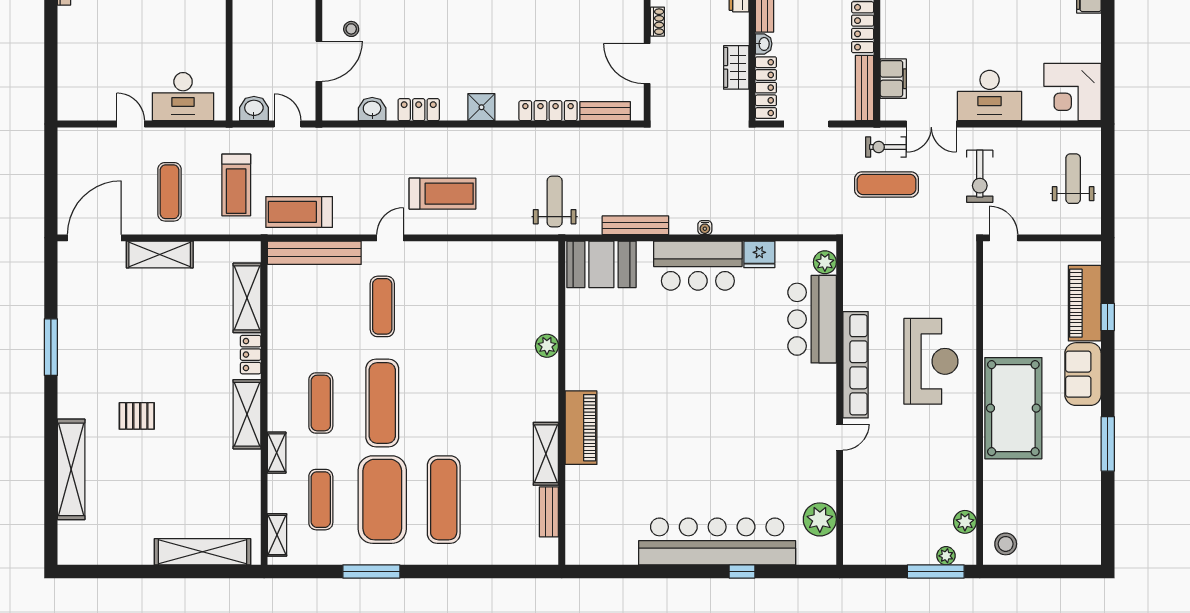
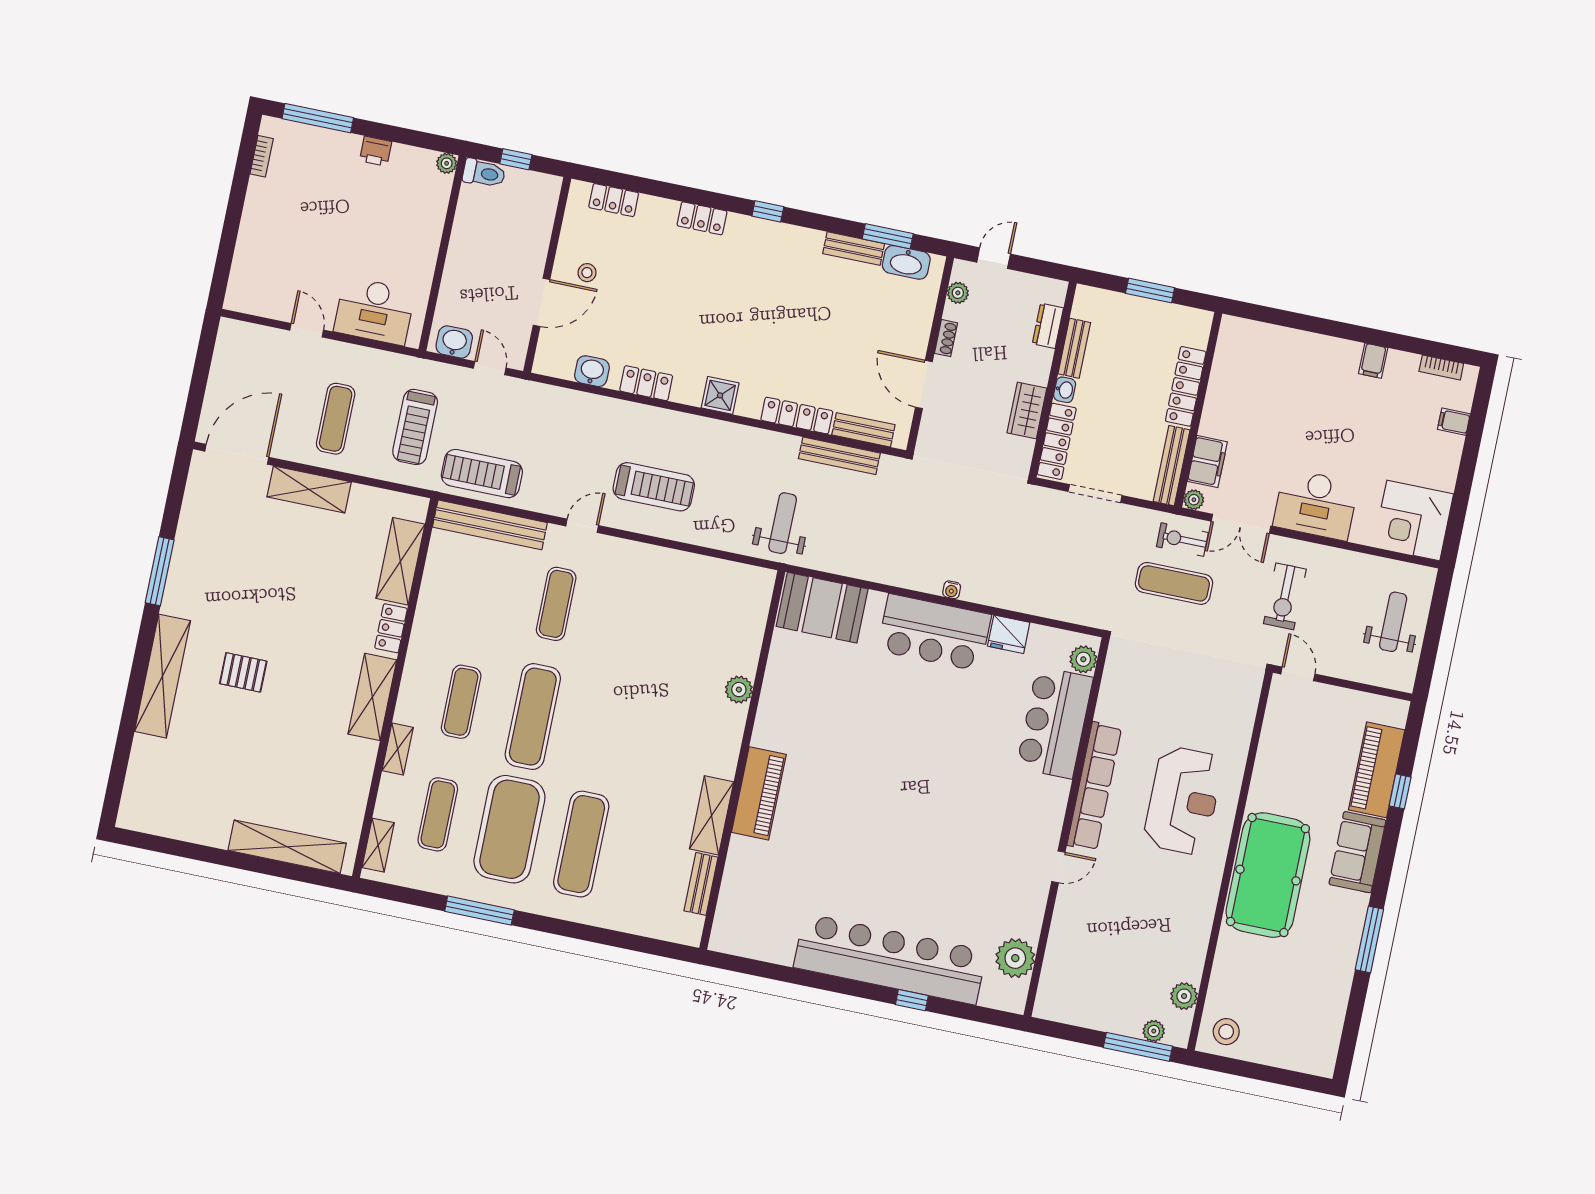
plant: (889, 112) -> (1194, 500), added
bench: (635, 225) -> (839, 456), moved
shelving: (71, 469) -> (163, 676), moved

